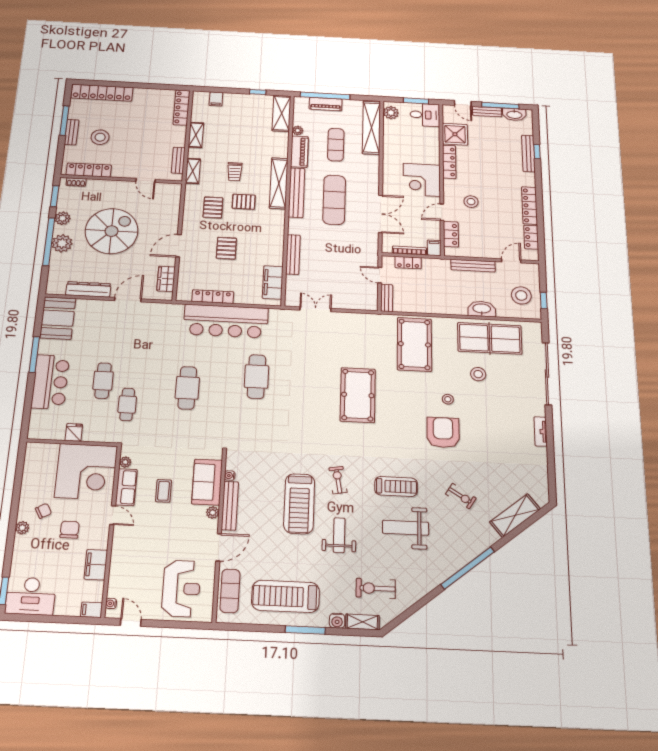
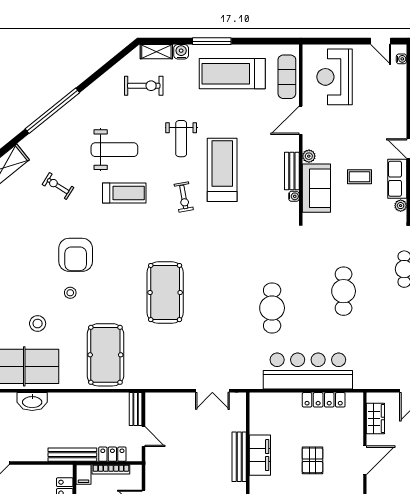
bench: (473, 266) -> (72, 455), moved
filing cabinet: (273, 282) -> (260, 455), moved
treadmill: (396, 486) -> (124, 193), turned 180
coffee table: (164, 491) -> (360, 177), turned 90
bench: (230, 506) -> (292, 171), width x0.73
treadmill: (285, 596) -> (232, 74), turned 180

